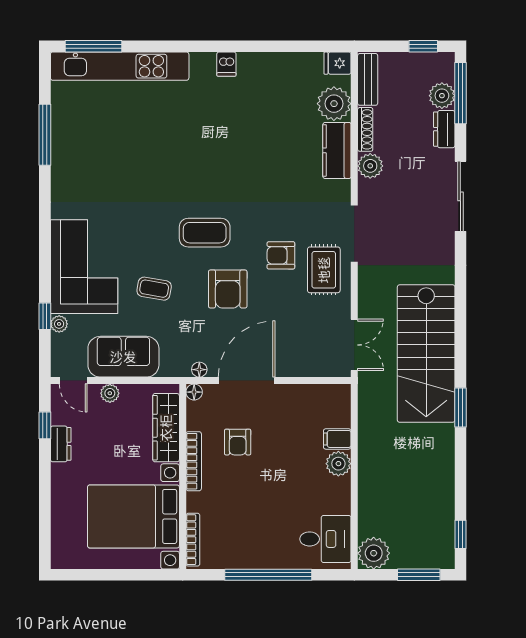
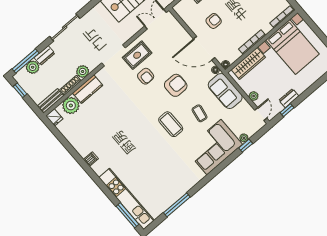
coffee table: (205, 233) -> (171, 124), moved
sofa: (123, 357) -> (225, 91), moved
armchair: (238, 442) -> (214, 21), moved

